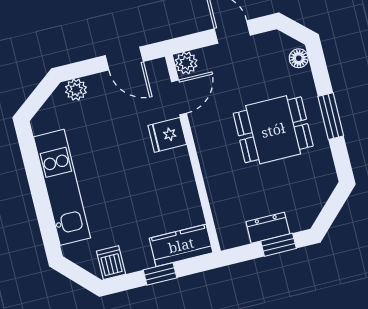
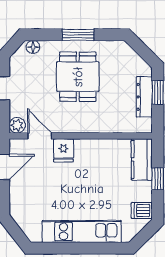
plant: (76, 90) -> (17, 205), removed
dresser: (268, 228) -> (144, 97), width x1.44

